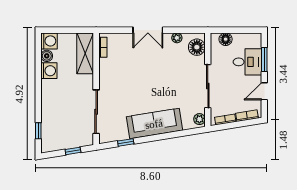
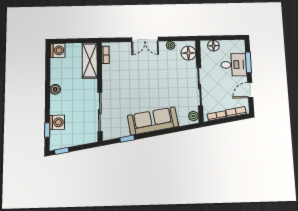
boiler: (47, 56) -> (55, 89), moved
washing machine: (49, 71) -> (57, 122), moved
window: (73, 151) -> (62, 151), moved

